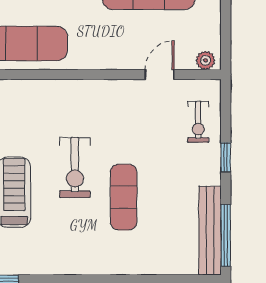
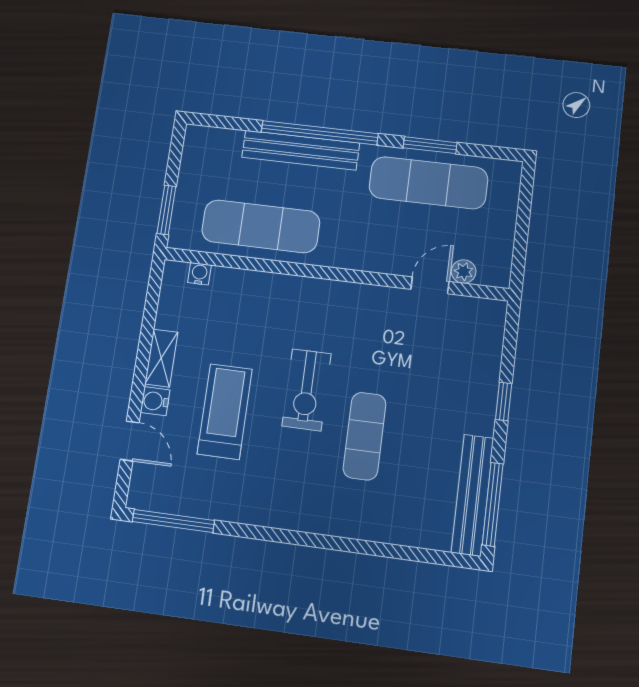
plant: (205, 60) -> (464, 272), moved
exercise bike: (198, 122) -> (473, 351), removed

